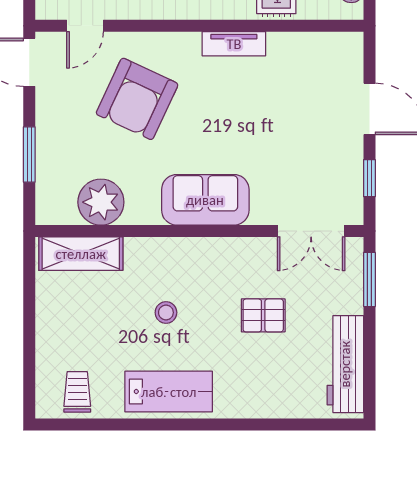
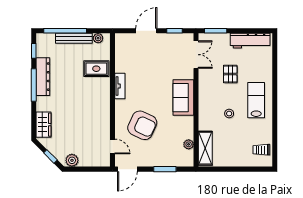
plant: (101, 202) -> (189, 144), width x0.53, depth x0.53
lab bench: (169, 392) -> (256, 100), moved

